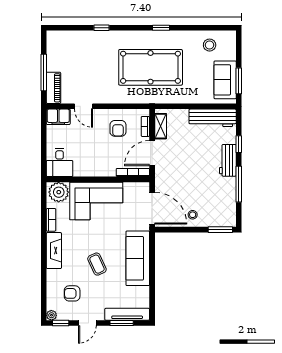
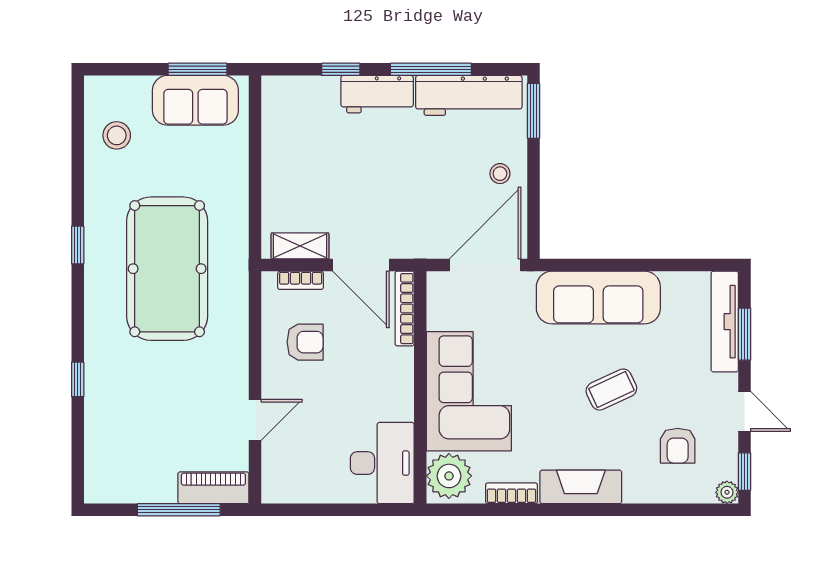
filing cabinet: (58, 117) -> (279, 477), removed
workbench: (213, 118) -> (469, 95), moved, turned 90
desk: (60, 163) -> (382, 463), width x1.37

